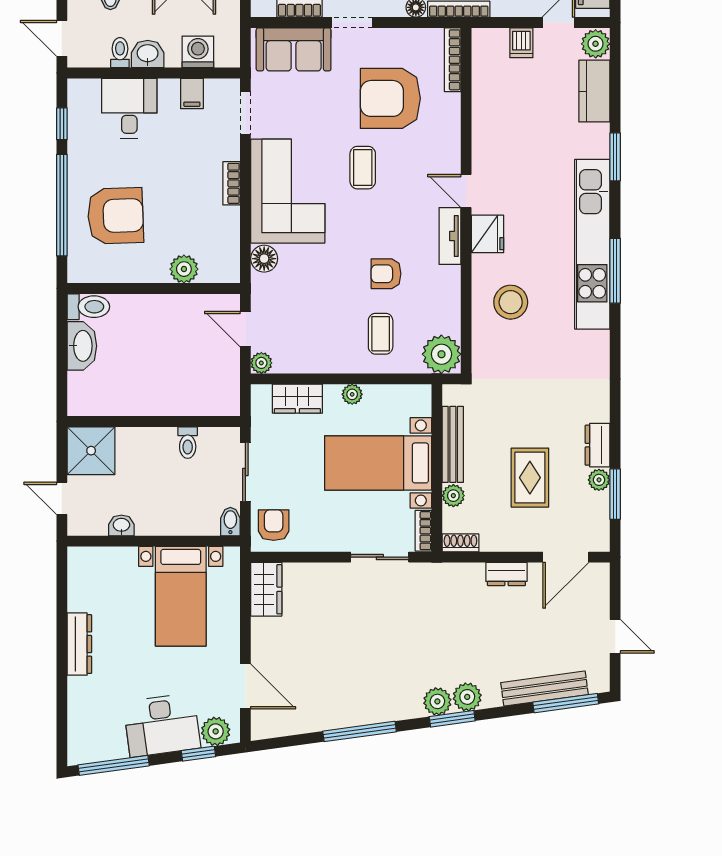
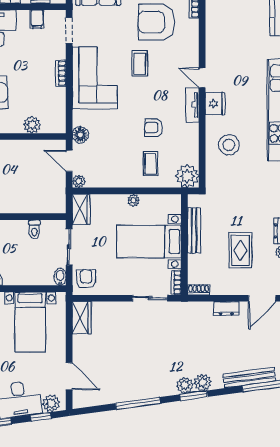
floor lamp: (264, 259) -> (80, 135), moved
wardrobe: (297, 399) -> (81, 209), moved, turned -90
plant: (453, 496) -> (194, 261), removed

